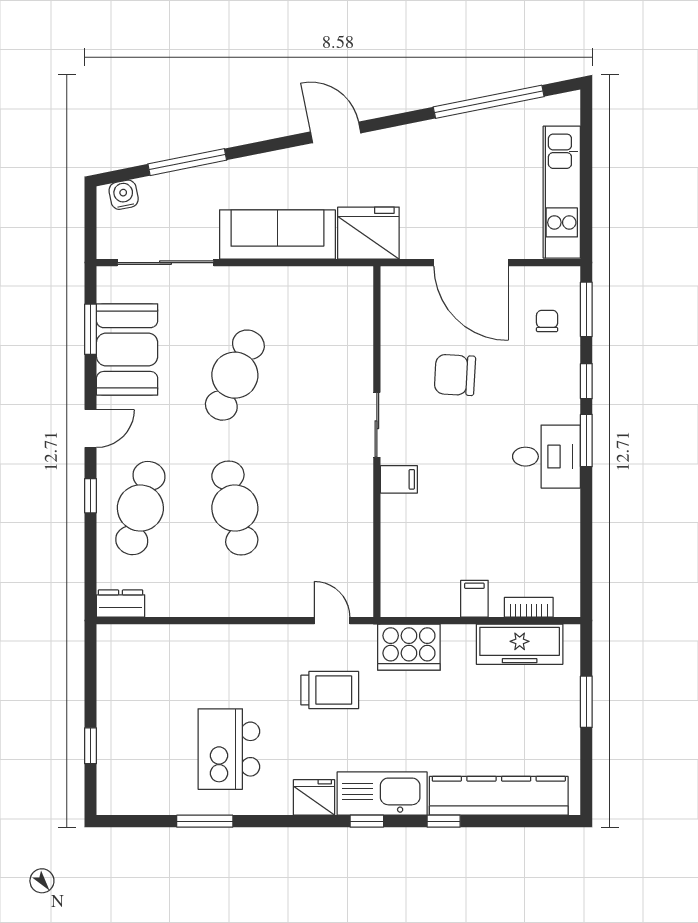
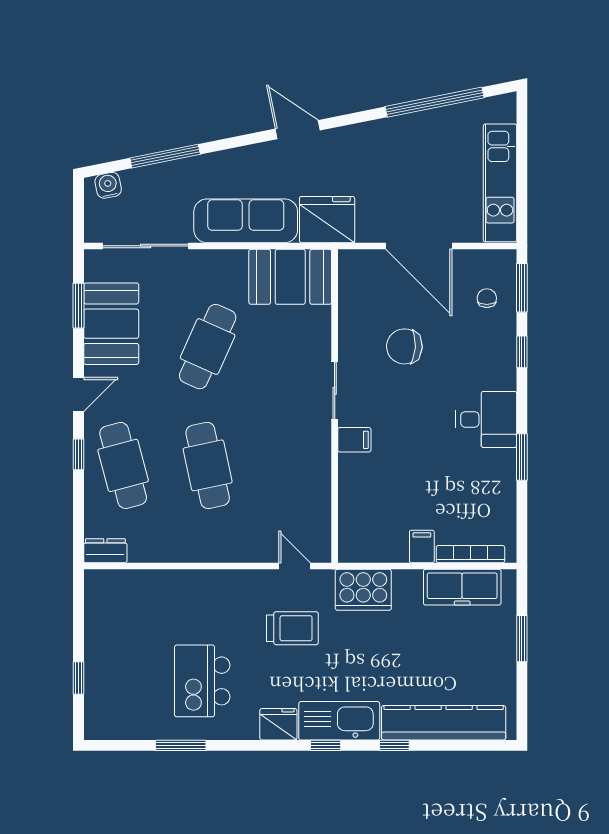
booth: (327, 297) -> (290, 277), added
window: (586, 441) -> (522, 457), moved
cafe table: (140, 508) -> (123, 465), turned -30
bookcase: (529, 607) -> (470, 554), width x1.56

